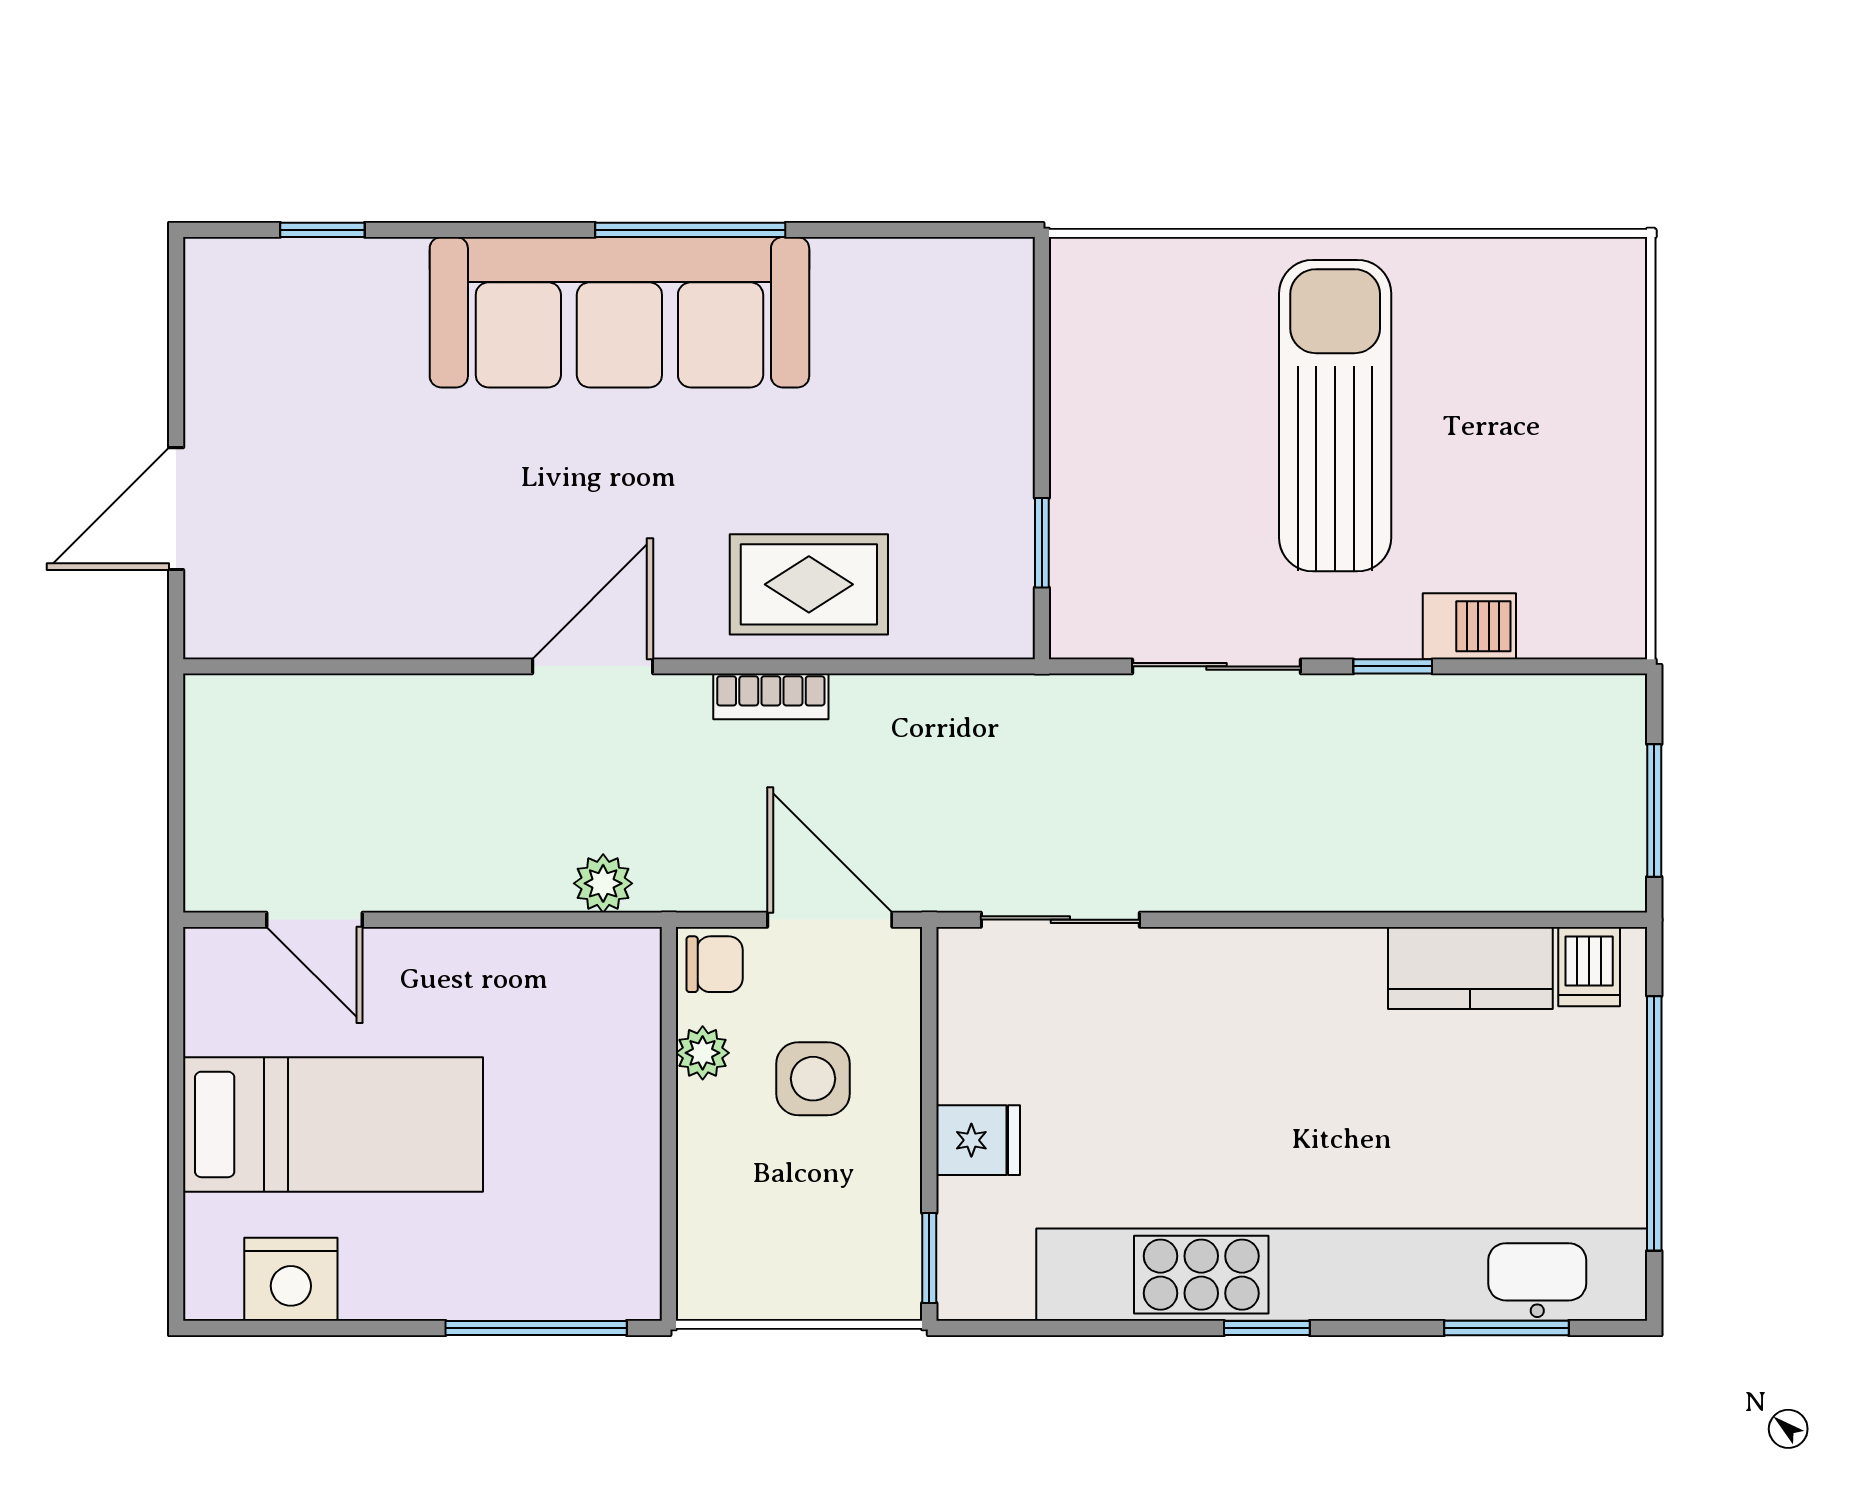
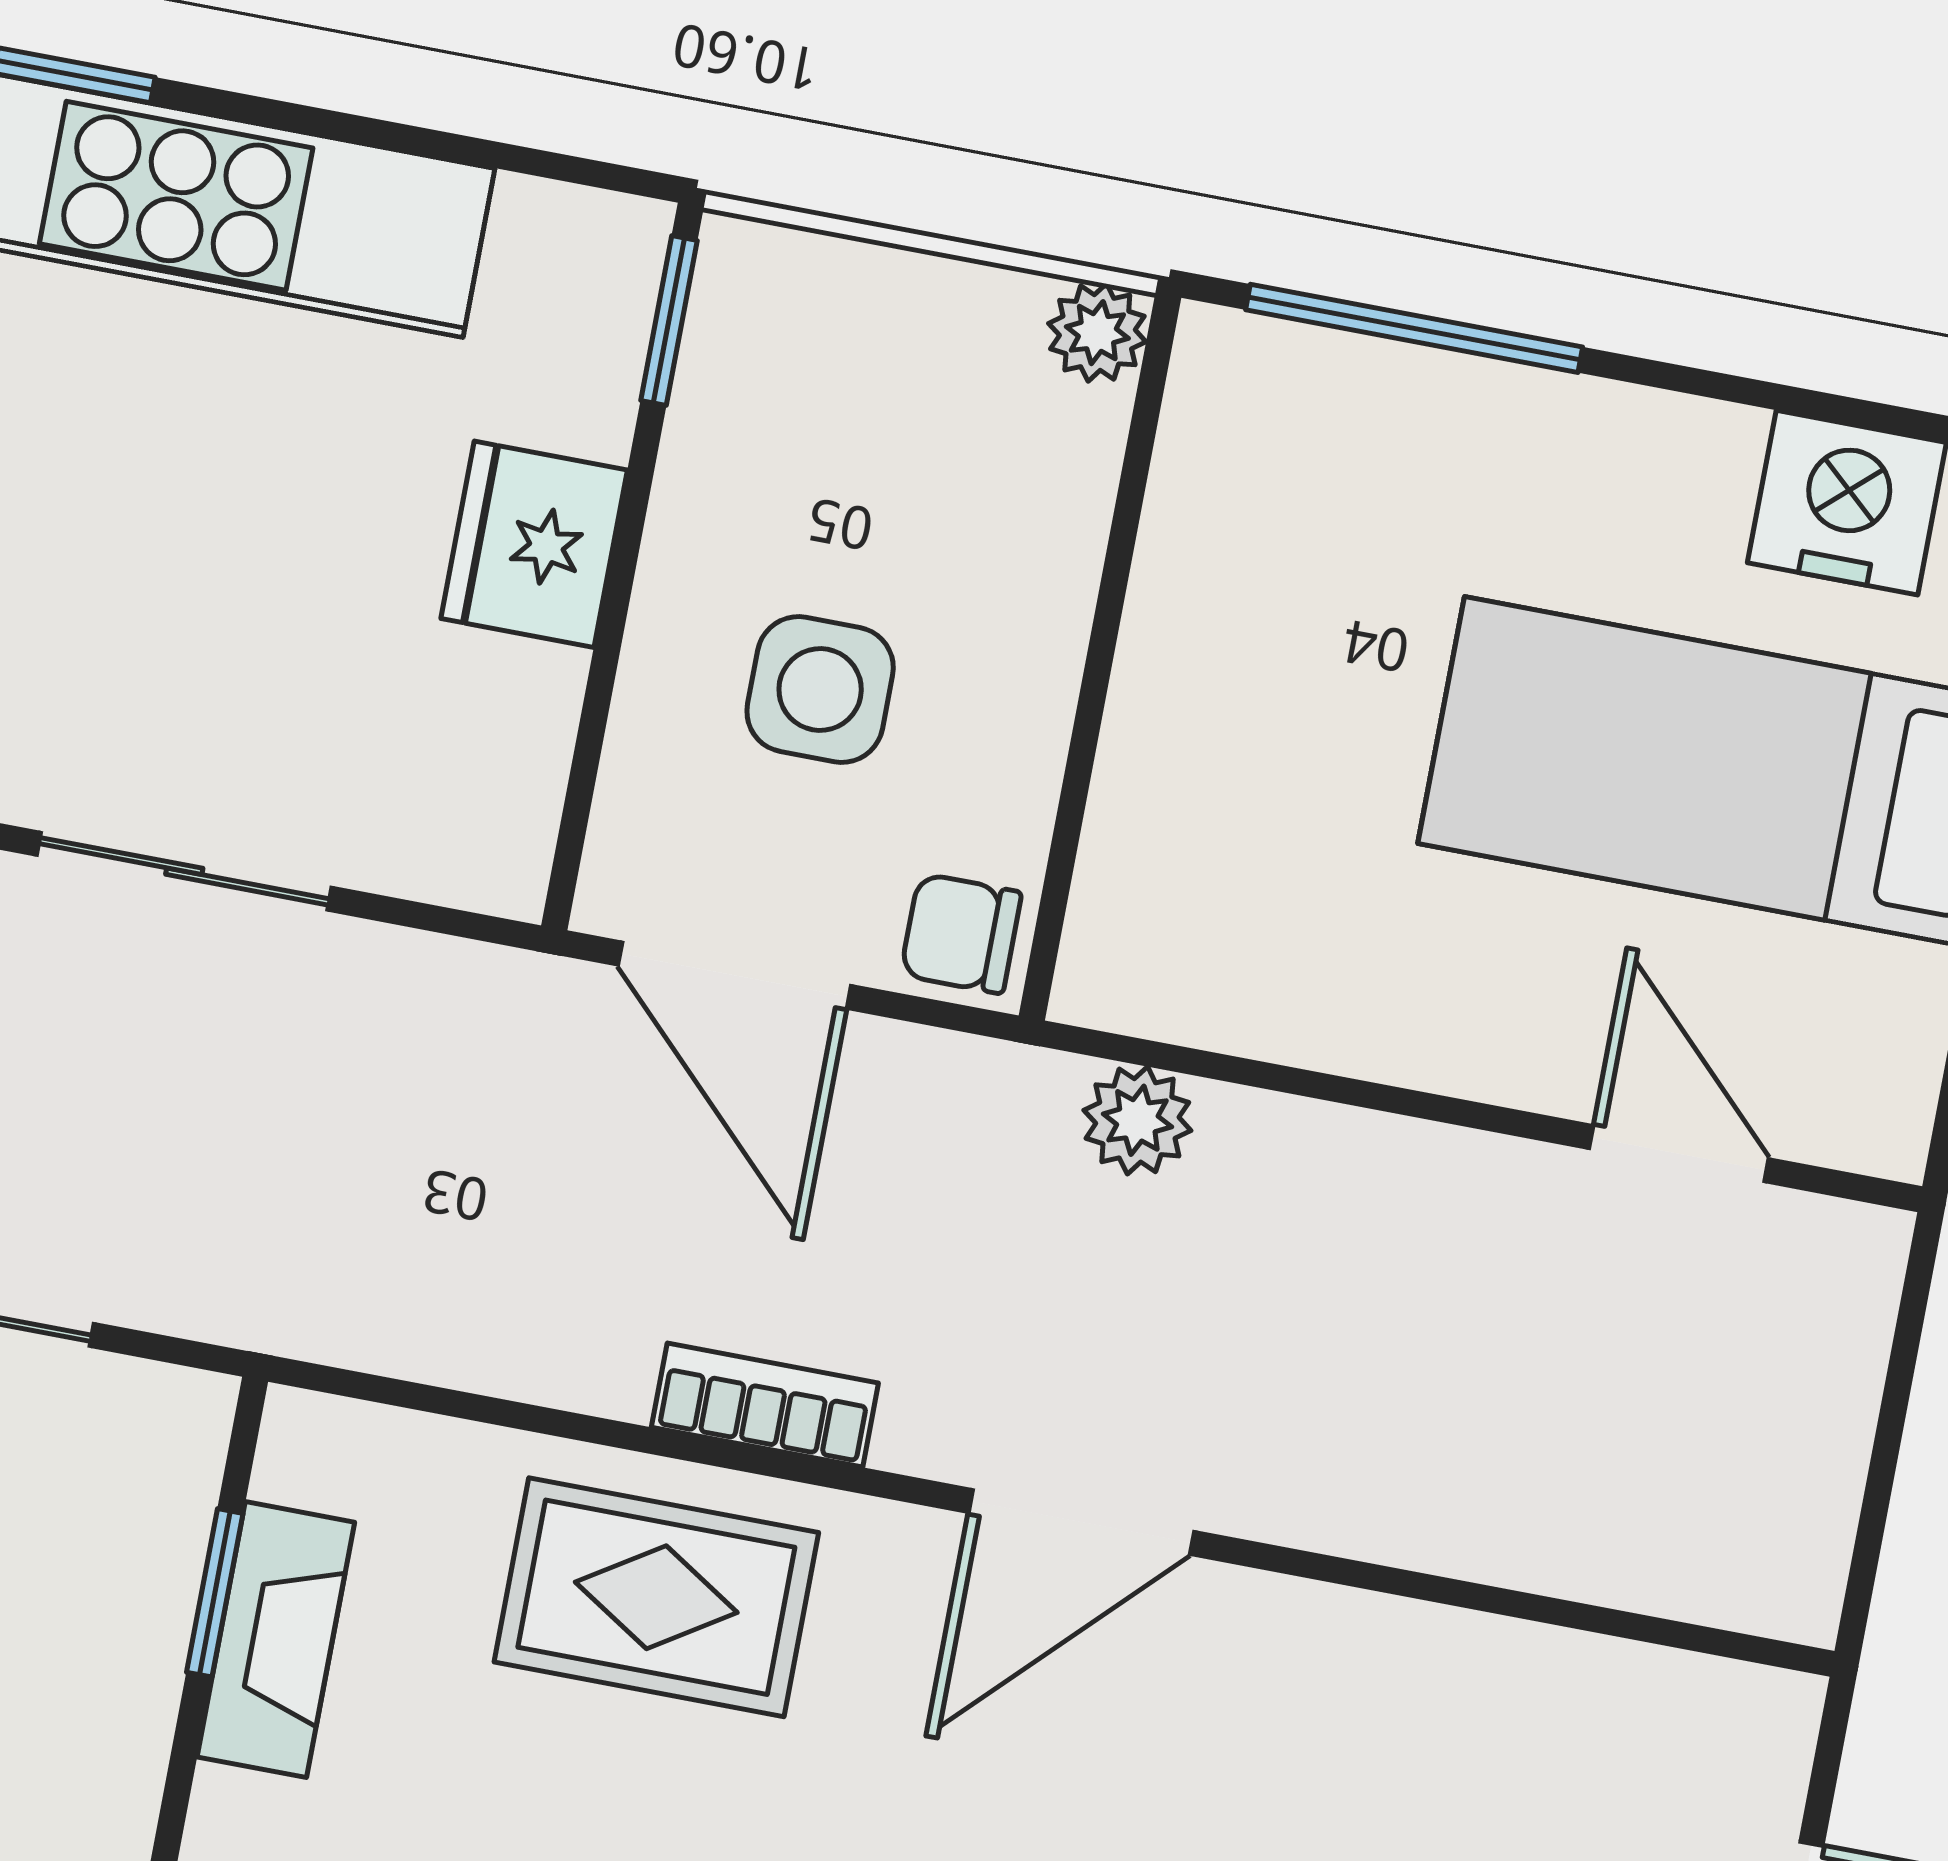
fireplace: (1005, 524) -> (276, 1640), added
sliding door: (1060, 920) -> (184, 871), moved
plant: (703, 1053) -> (1097, 333), moved
fridge: (978, 1140) -> (534, 544), width x1.38

